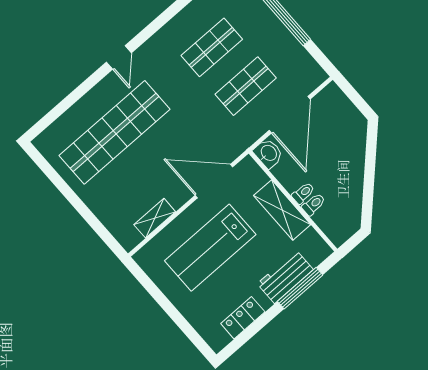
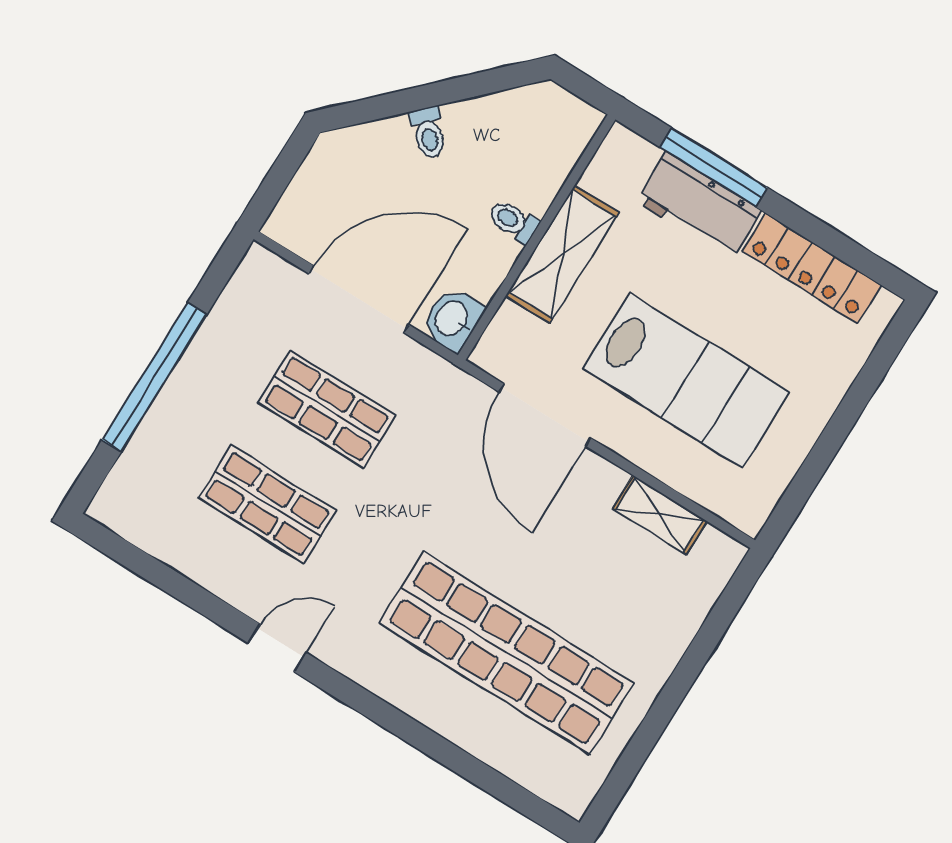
door: (119, 57) -> (277, 648), moved
toilet: (314, 204) -> (428, 133), moved, turned -135
locker: (243, 318) -> (812, 268), width x1.53

